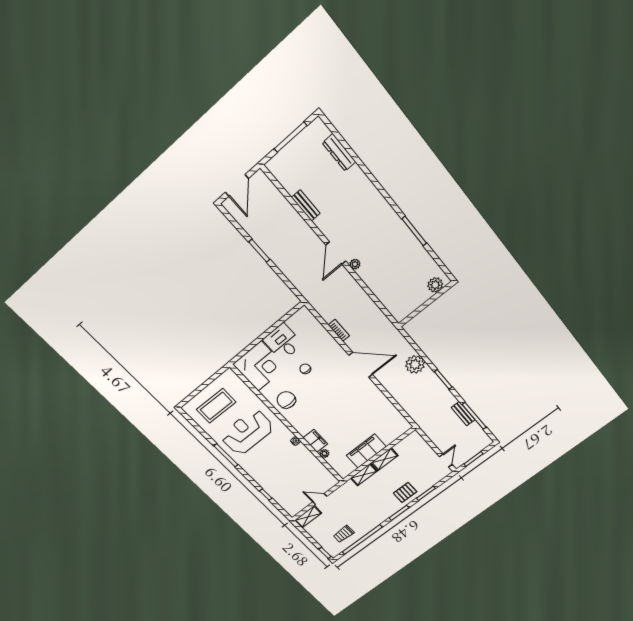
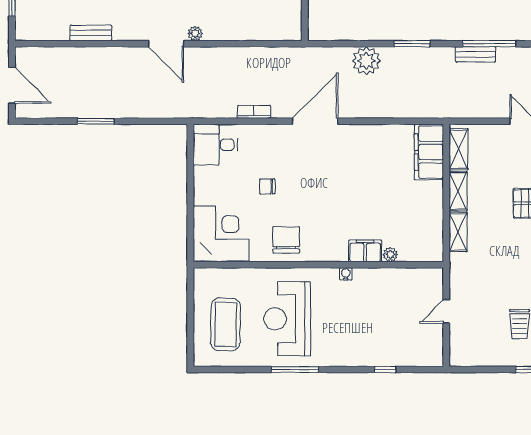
desk: (283, 342) -> (215, 145), moved
chair: (286, 400) -> (286, 240), turned 90
filing cabinet: (366, 451) -> (429, 152), moved
shelving: (308, 517) -> (459, 149), moved

